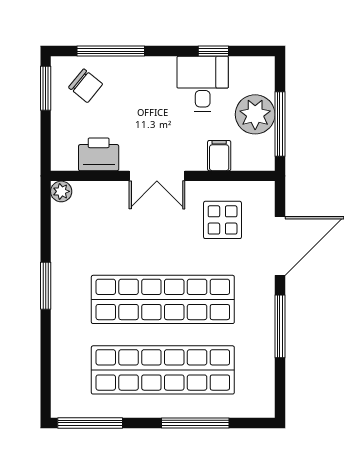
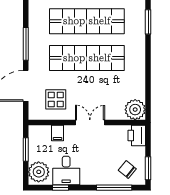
plant: (255, 114) -> (39, 172), moved
window: (280, 124) -> (26, 150), width x0.69
printer: (99, 154) -> (137, 136), moved, turned 90
plant: (61, 191) -> (135, 110), width x1.88, depth x1.88
window: (46, 286) -> (148, 22), moved

